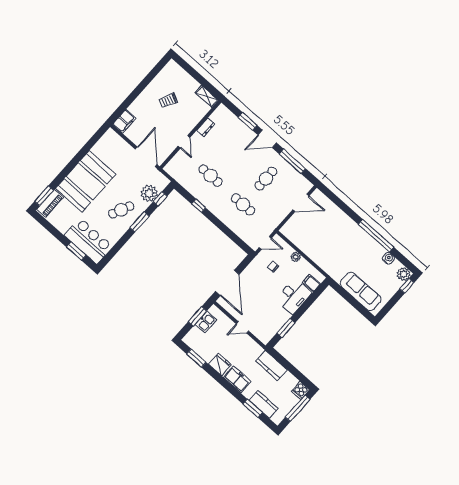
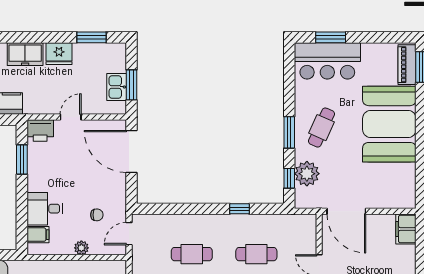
desk: (294, 296) -> (45, 209), width x0.73
printer: (264, 334) -> (40, 130), added

